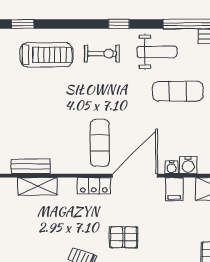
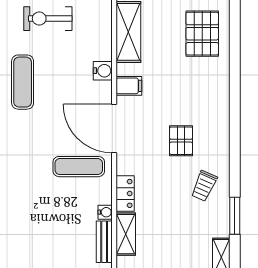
water cooler: (172, 167) -> (105, 212), moved
locker: (94, 186) -> (125, 193), moved

